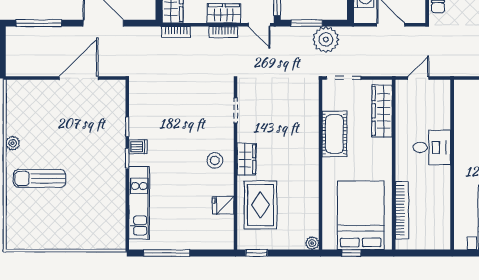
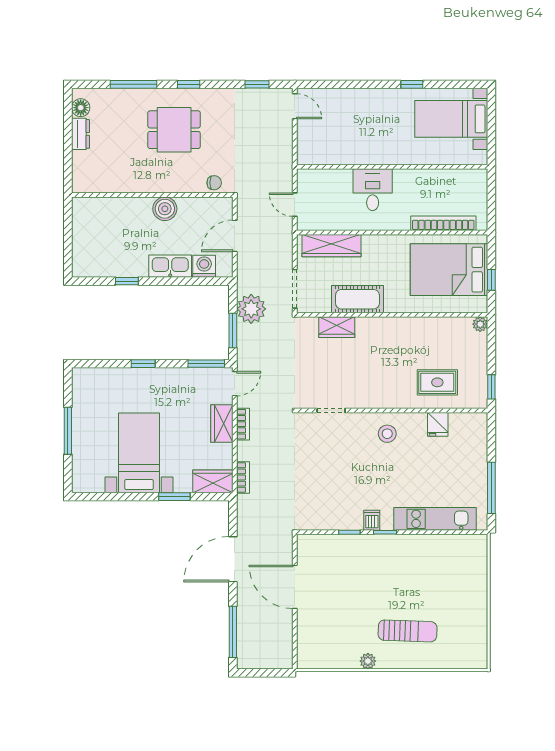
wardrobe: (246, 159) -> (337, 327), moved, turned 180
sun lounger: (39, 178) -> (408, 631), turned -88
rug: (261, 205) -> (437, 382), width x0.73, depth x0.70

